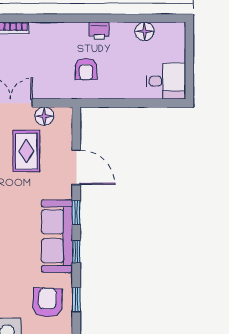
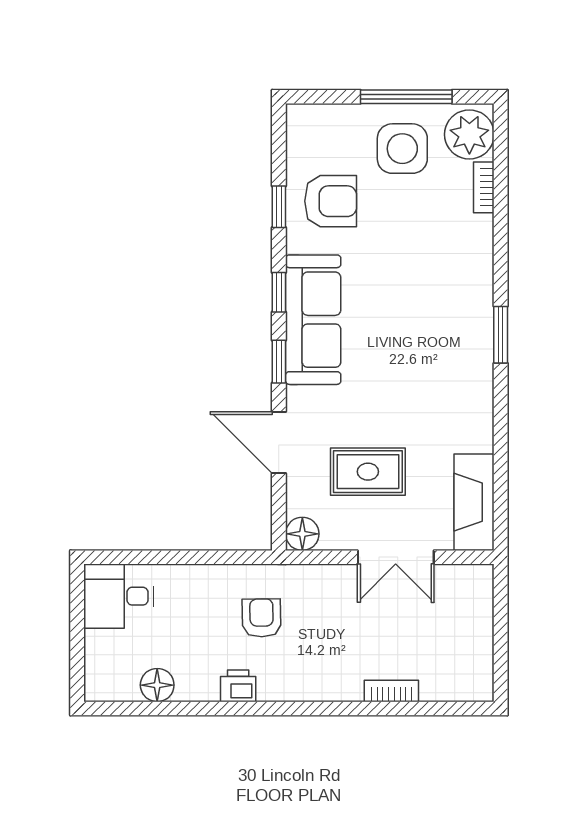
floor lamp: (44, 116) -> (302, 534), moved
rug: (26, 151) -> (368, 472), turned 90
armchair: (47, 303) -> (331, 201), turned -93

